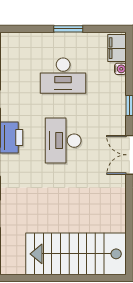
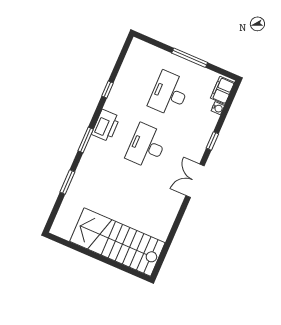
window: (68, 29) -> (190, 58), width x1.44
desk: (63, 76) -> (169, 94), turned 90

